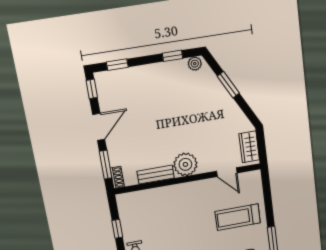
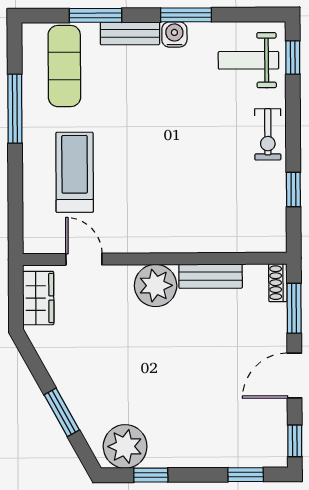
plant: (195, 64) -> (125, 446), width x1.88, depth x1.88
treadmill: (238, 217) -> (75, 172), turned -90

